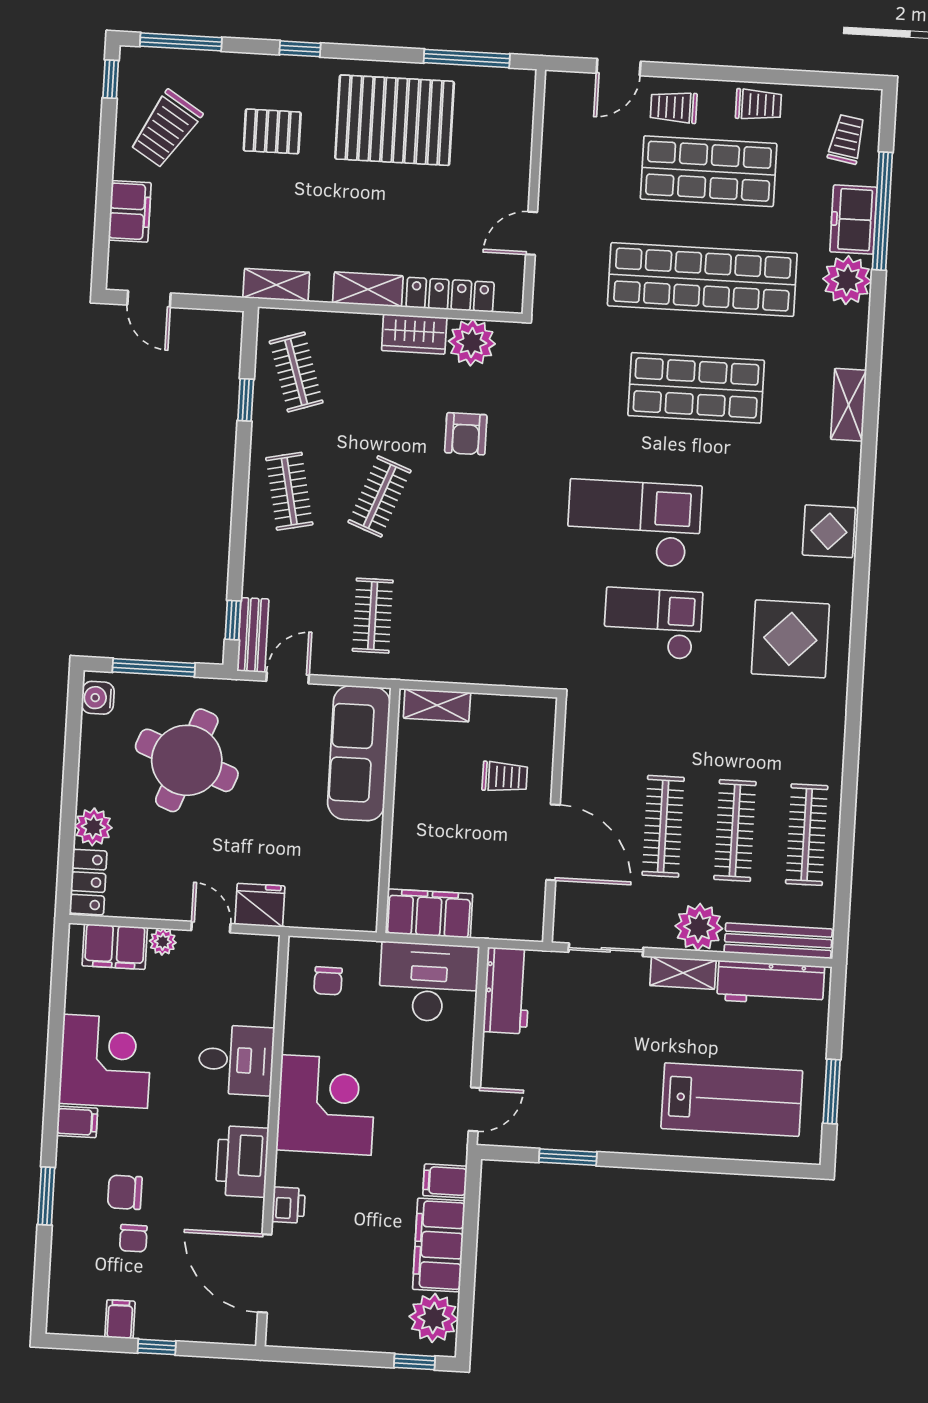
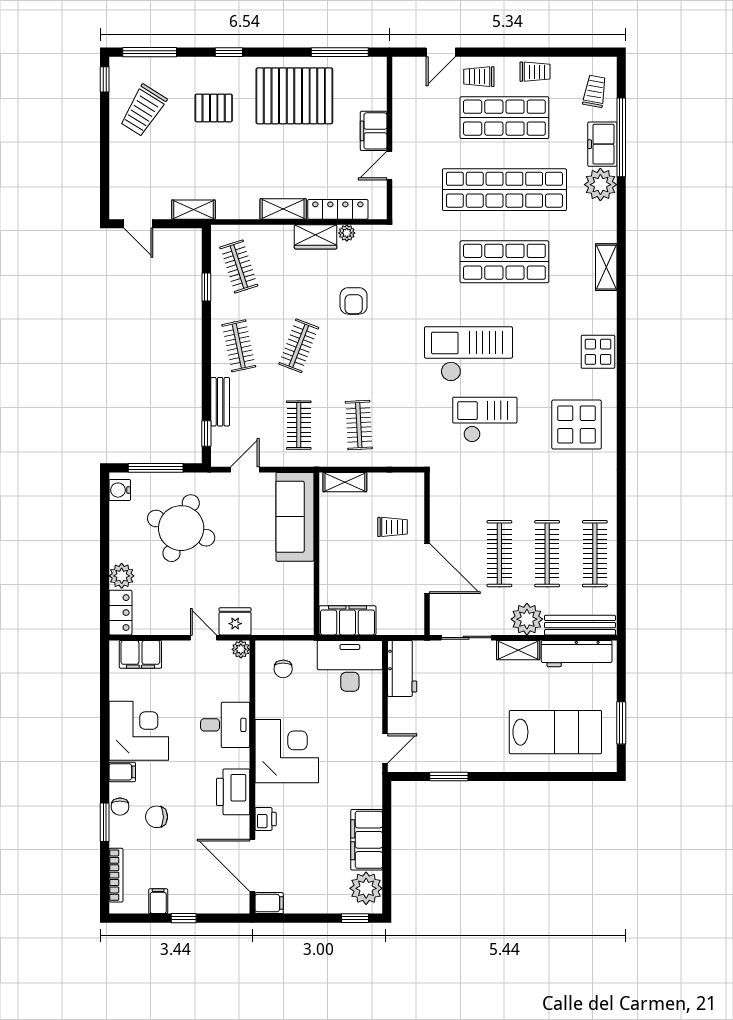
filing cabinet: (130, 211) -> (374, 131), moved, turned 180
shelving: (276, 285) -> (193, 210), moved
plant: (472, 342) -> (347, 233), width x0.53, depth x0.53
clothes rail: (463, 621) -> (359, 425), added
bench: (253, 635) -> (220, 402), moved
plant: (163, 942) -> (241, 649), moved
filing cabinet: (445, 1181) -> (269, 903), moved, turned 180
chair: (133, 1238) -> (120, 807), moved
bookcase: (59, 1277) -> (116, 875), added

